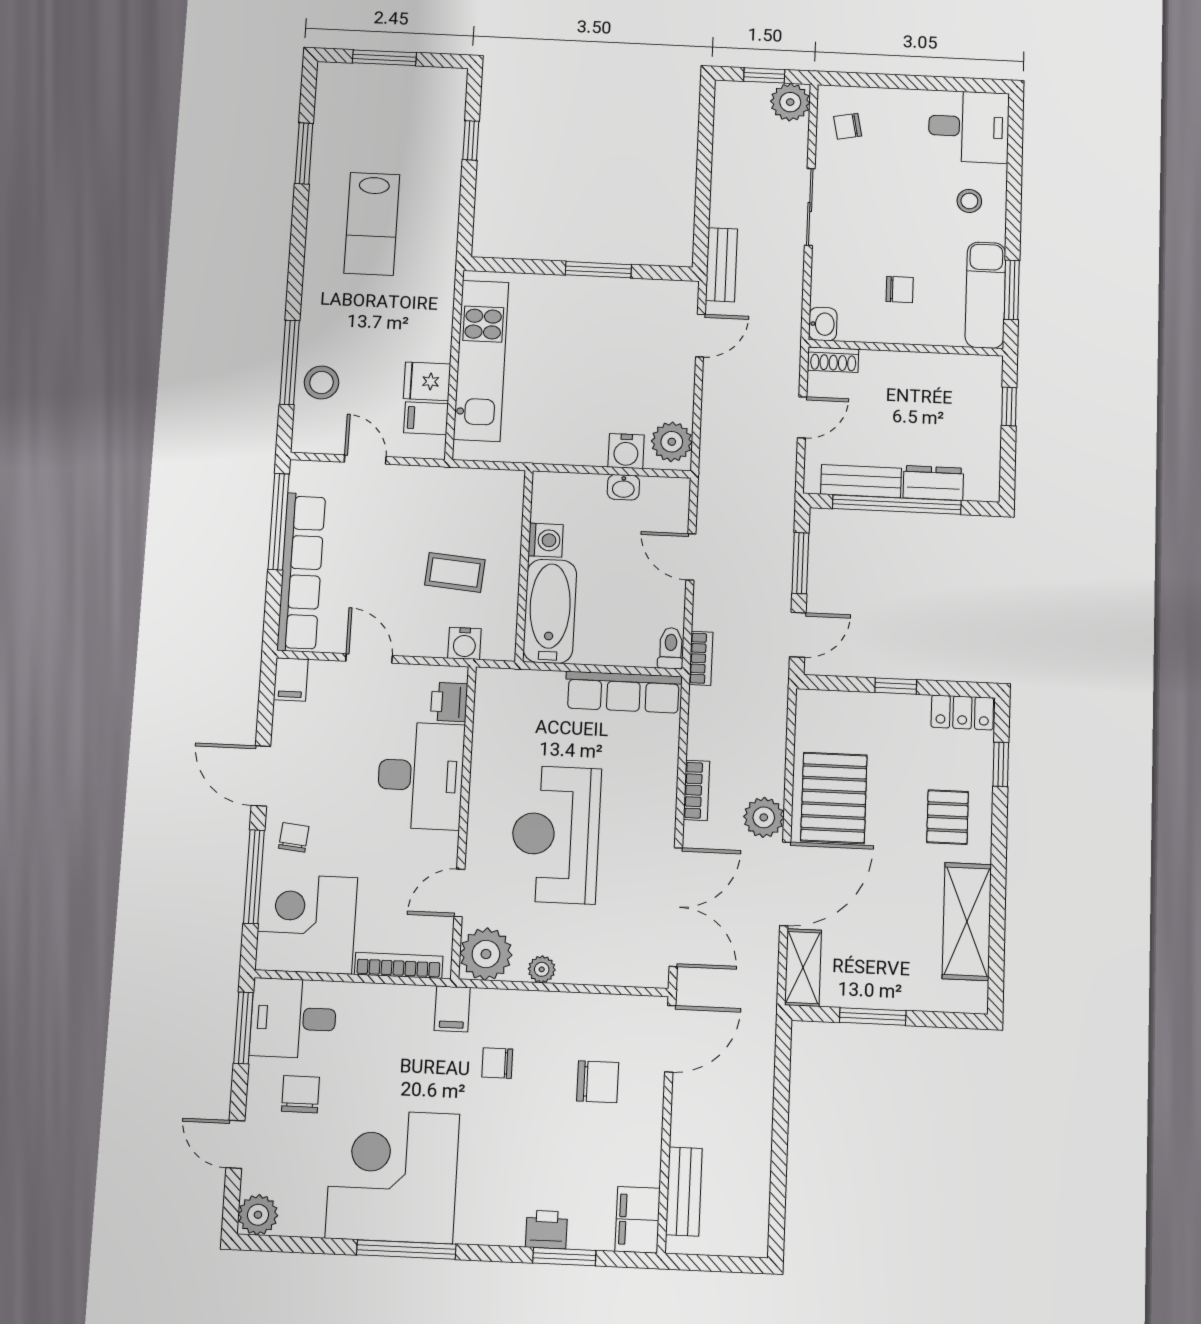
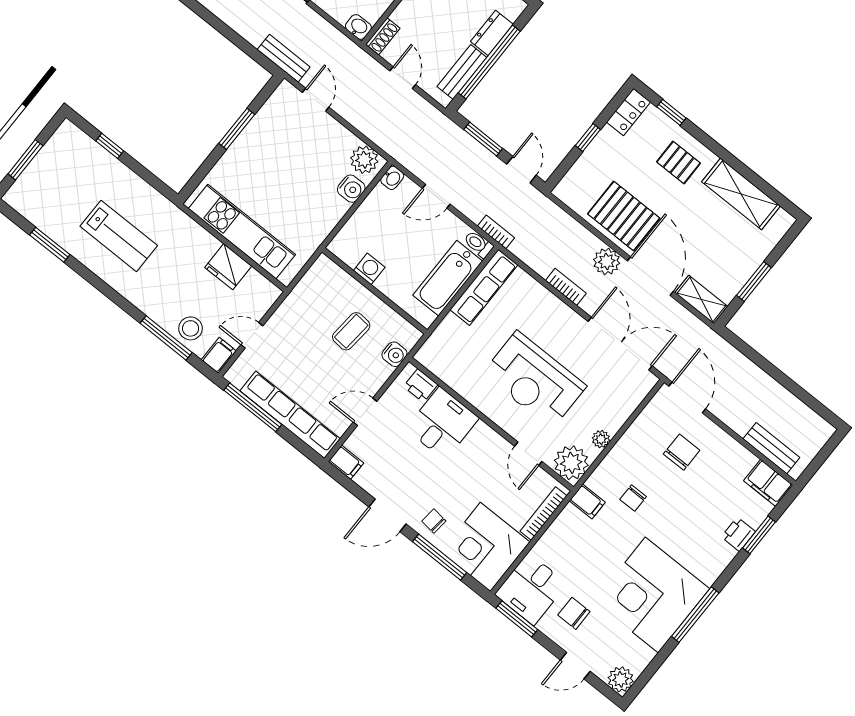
fridge: (427, 381) -> (228, 267), width x1.38
filing cabinet: (426, 418) -> (219, 355), moved, turned 180
washbasin: (623, 487) -> (392, 178), moved
bathtub: (550, 611) -> (448, 278), moved, turned -90
desk: (421, 776) -> (442, 423), width x0.73

